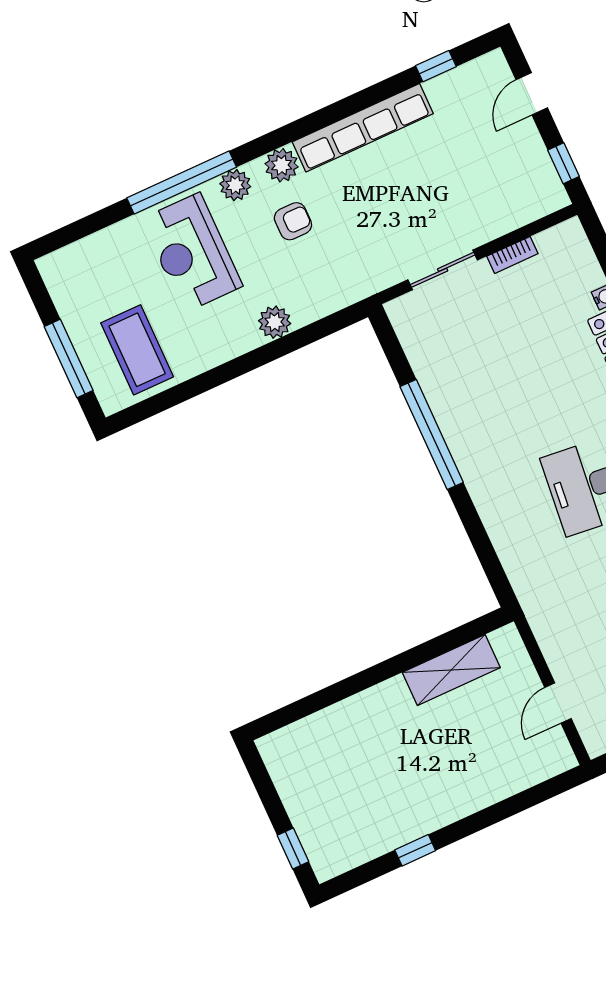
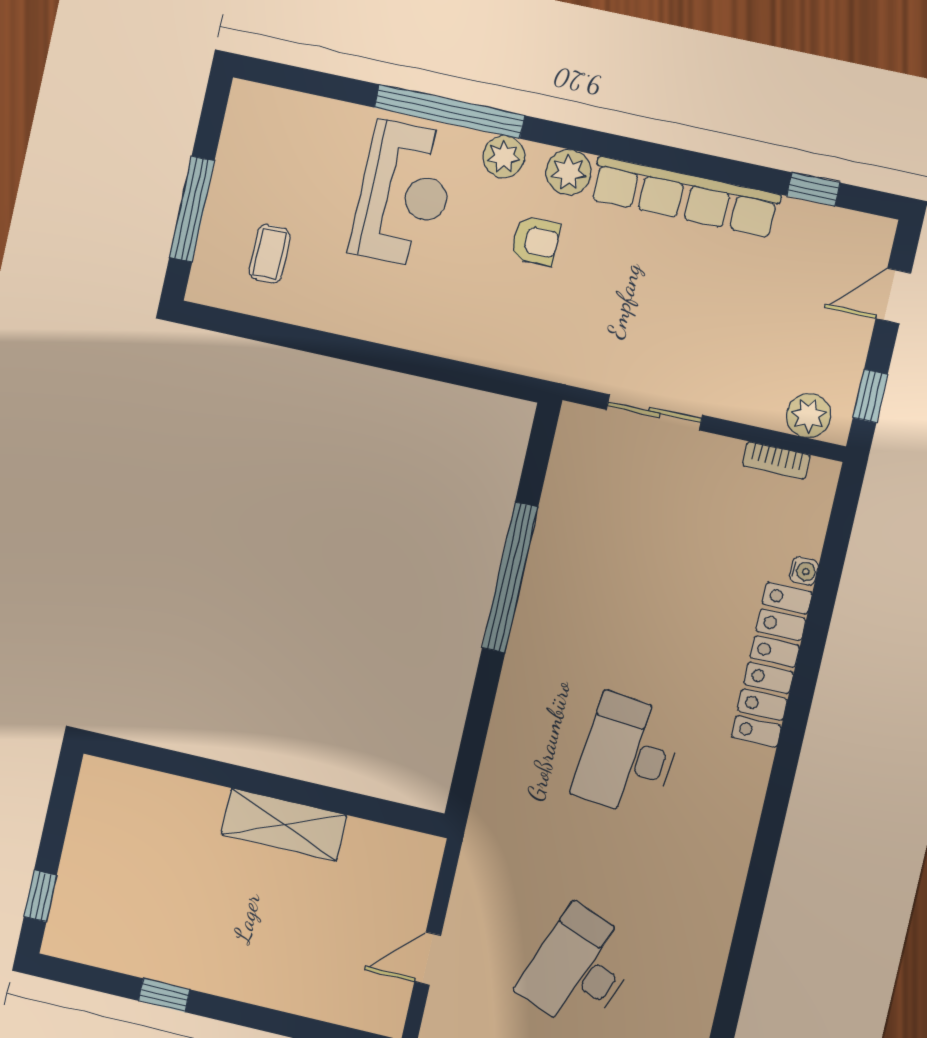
reception desk: (192, 253) -> (404, 194), turned 180
bookcase: (512, 255) -> (776, 460), moved
plant: (275, 322) -> (809, 416), moved
coffee table: (137, 350) -> (270, 254), width x0.54, depth x0.58
shelving: (451, 670) -> (284, 825), moved

